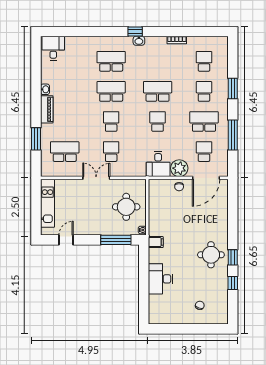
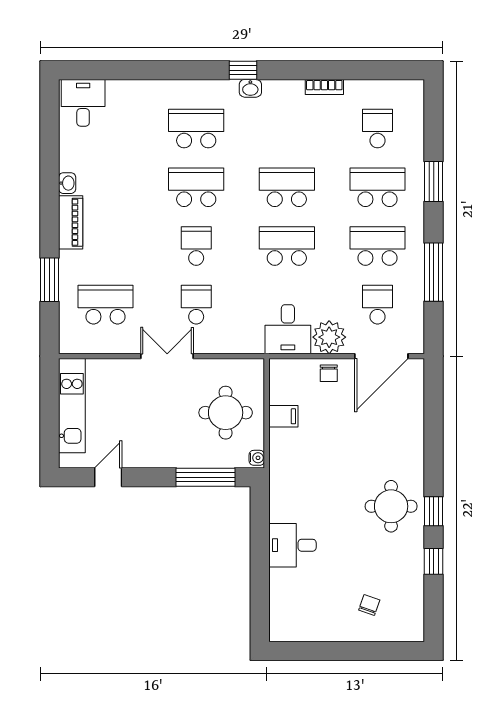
school desk: (204, 91) -> (378, 187), width x1.85
school desk: (158, 121) -> (287, 246), width x1.85
filing cabinet: (156, 242) -> (283, 416), moved
desk: (160, 279) -> (292, 545), width x0.73

